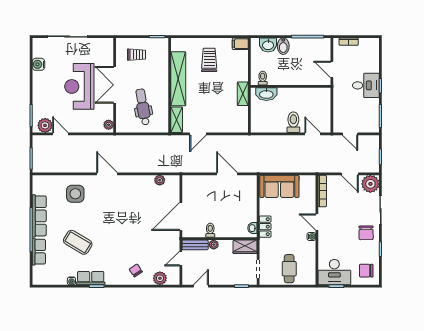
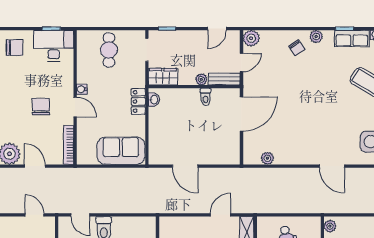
chair: (366, 233) -> (41, 107), moved
plant: (160, 278) -> (251, 38), moved
plant: (120, 280) -> (316, 37), added

